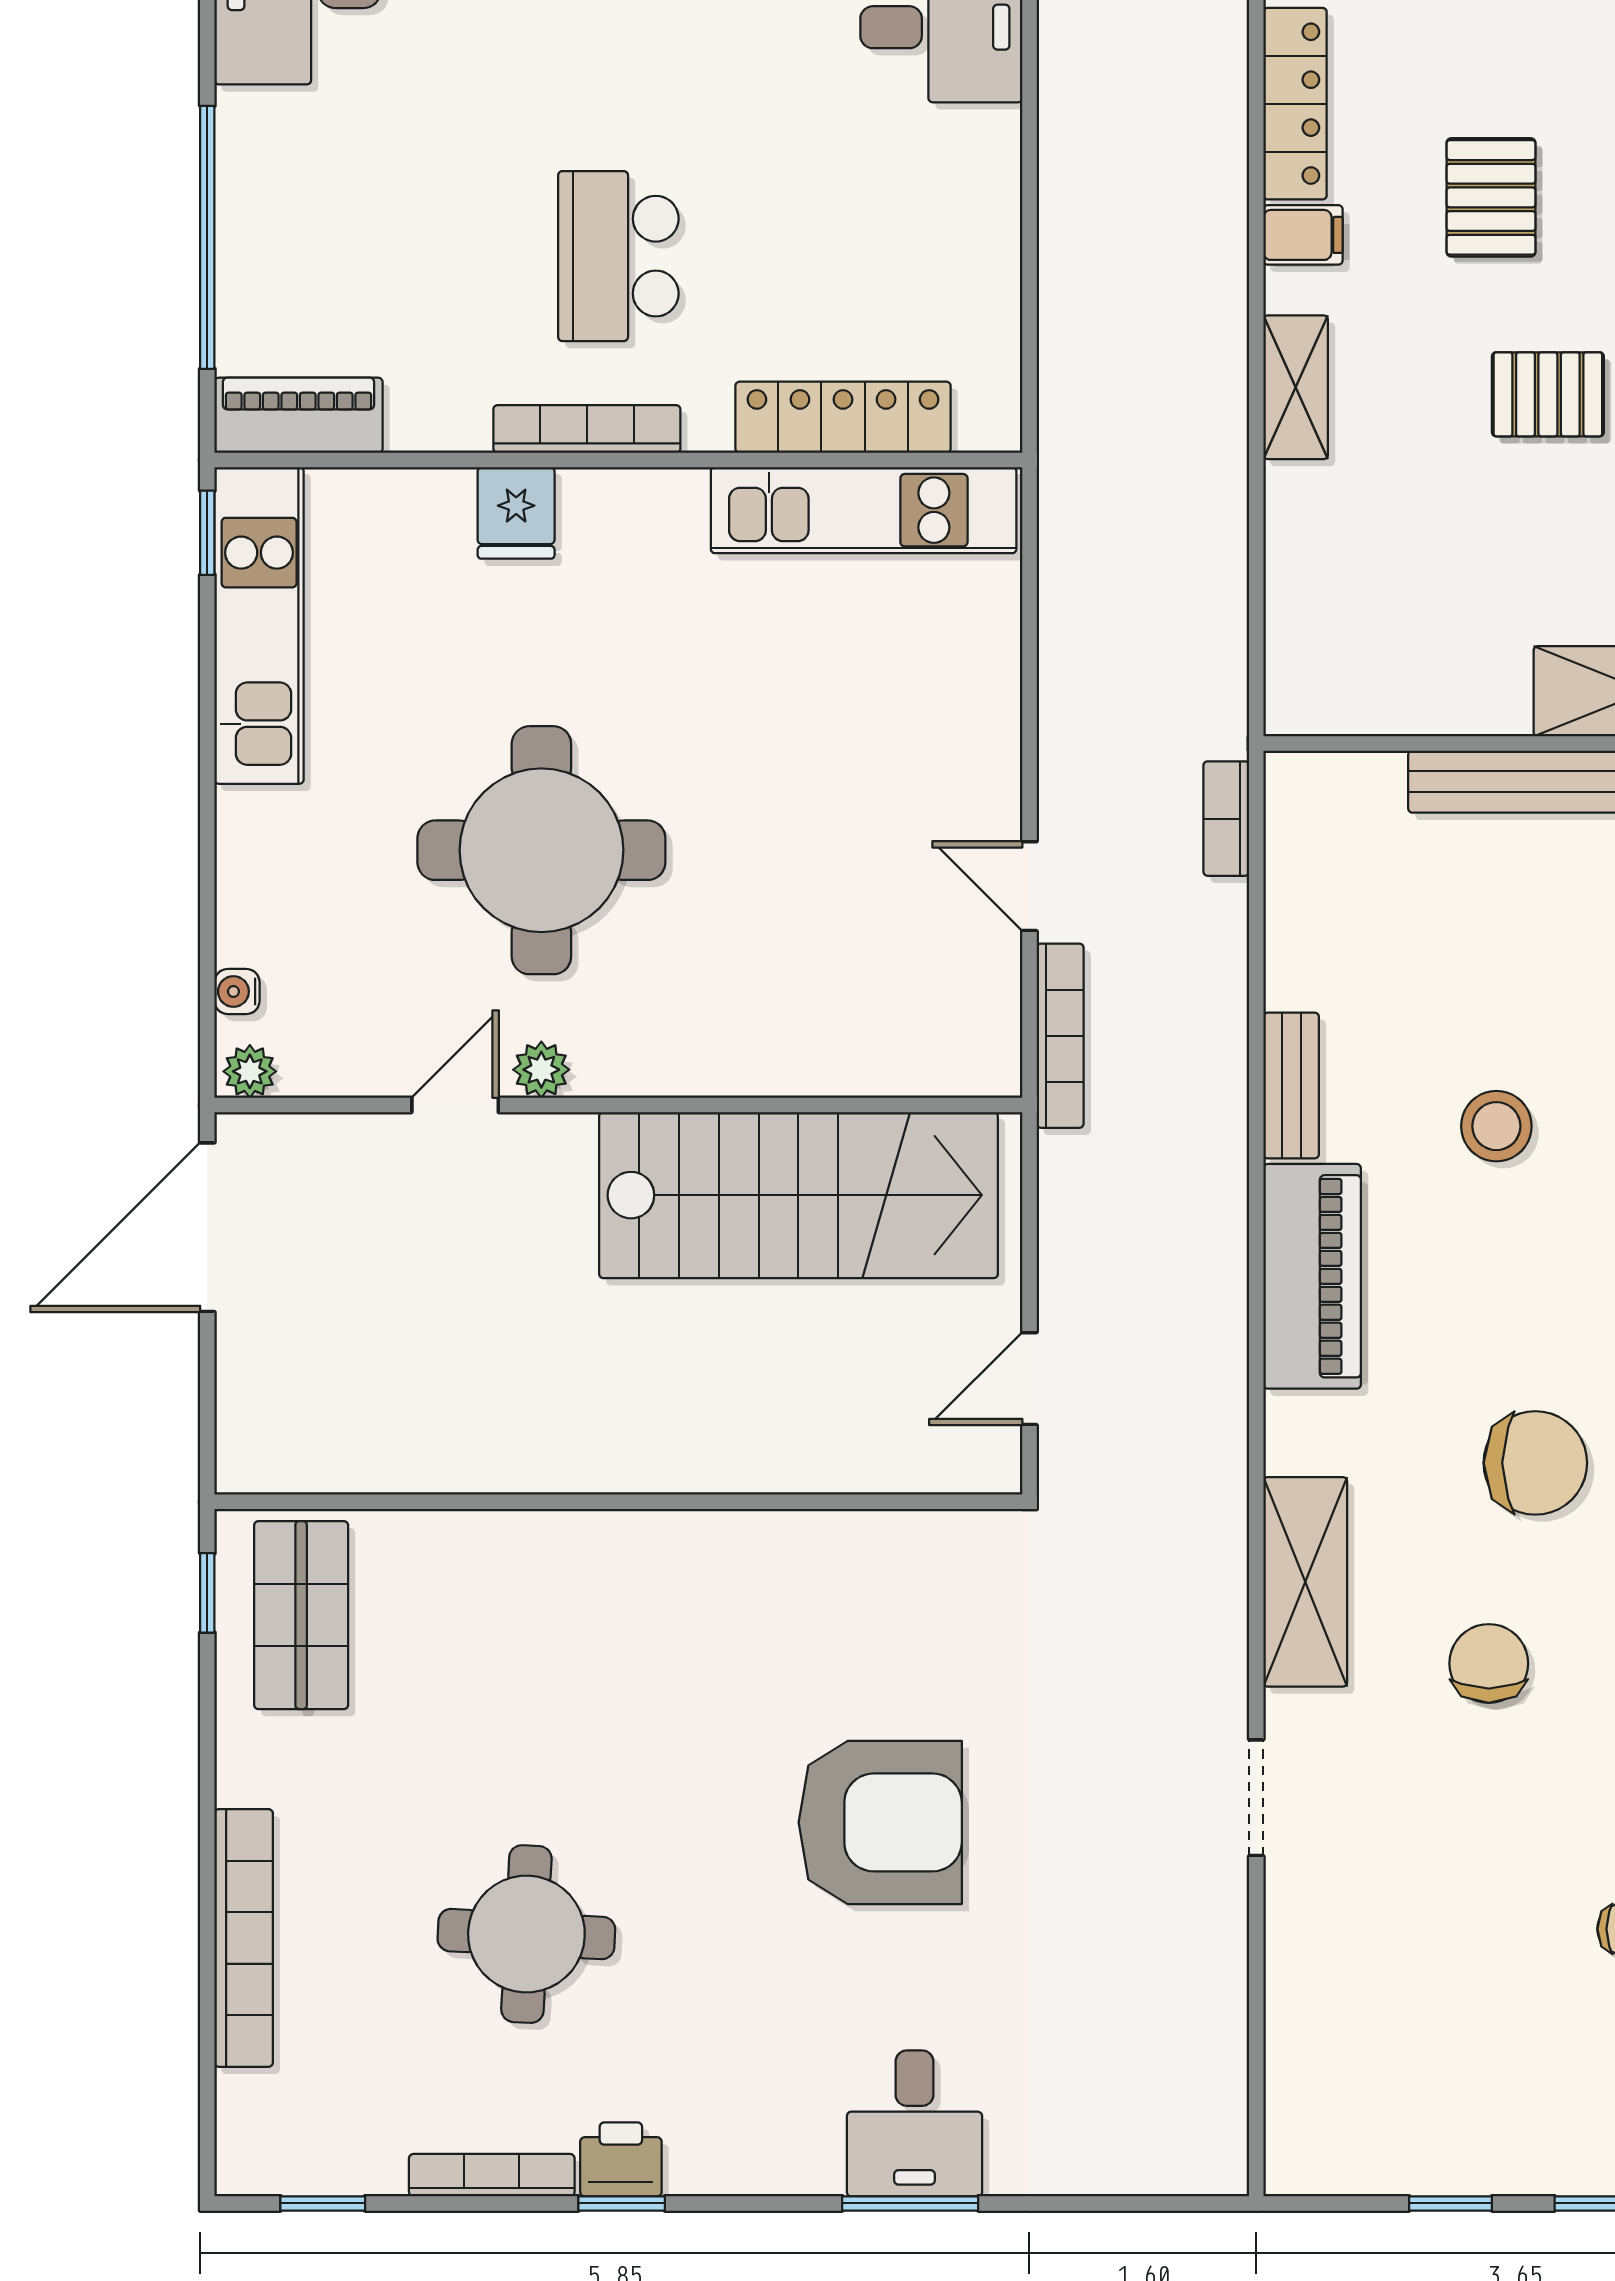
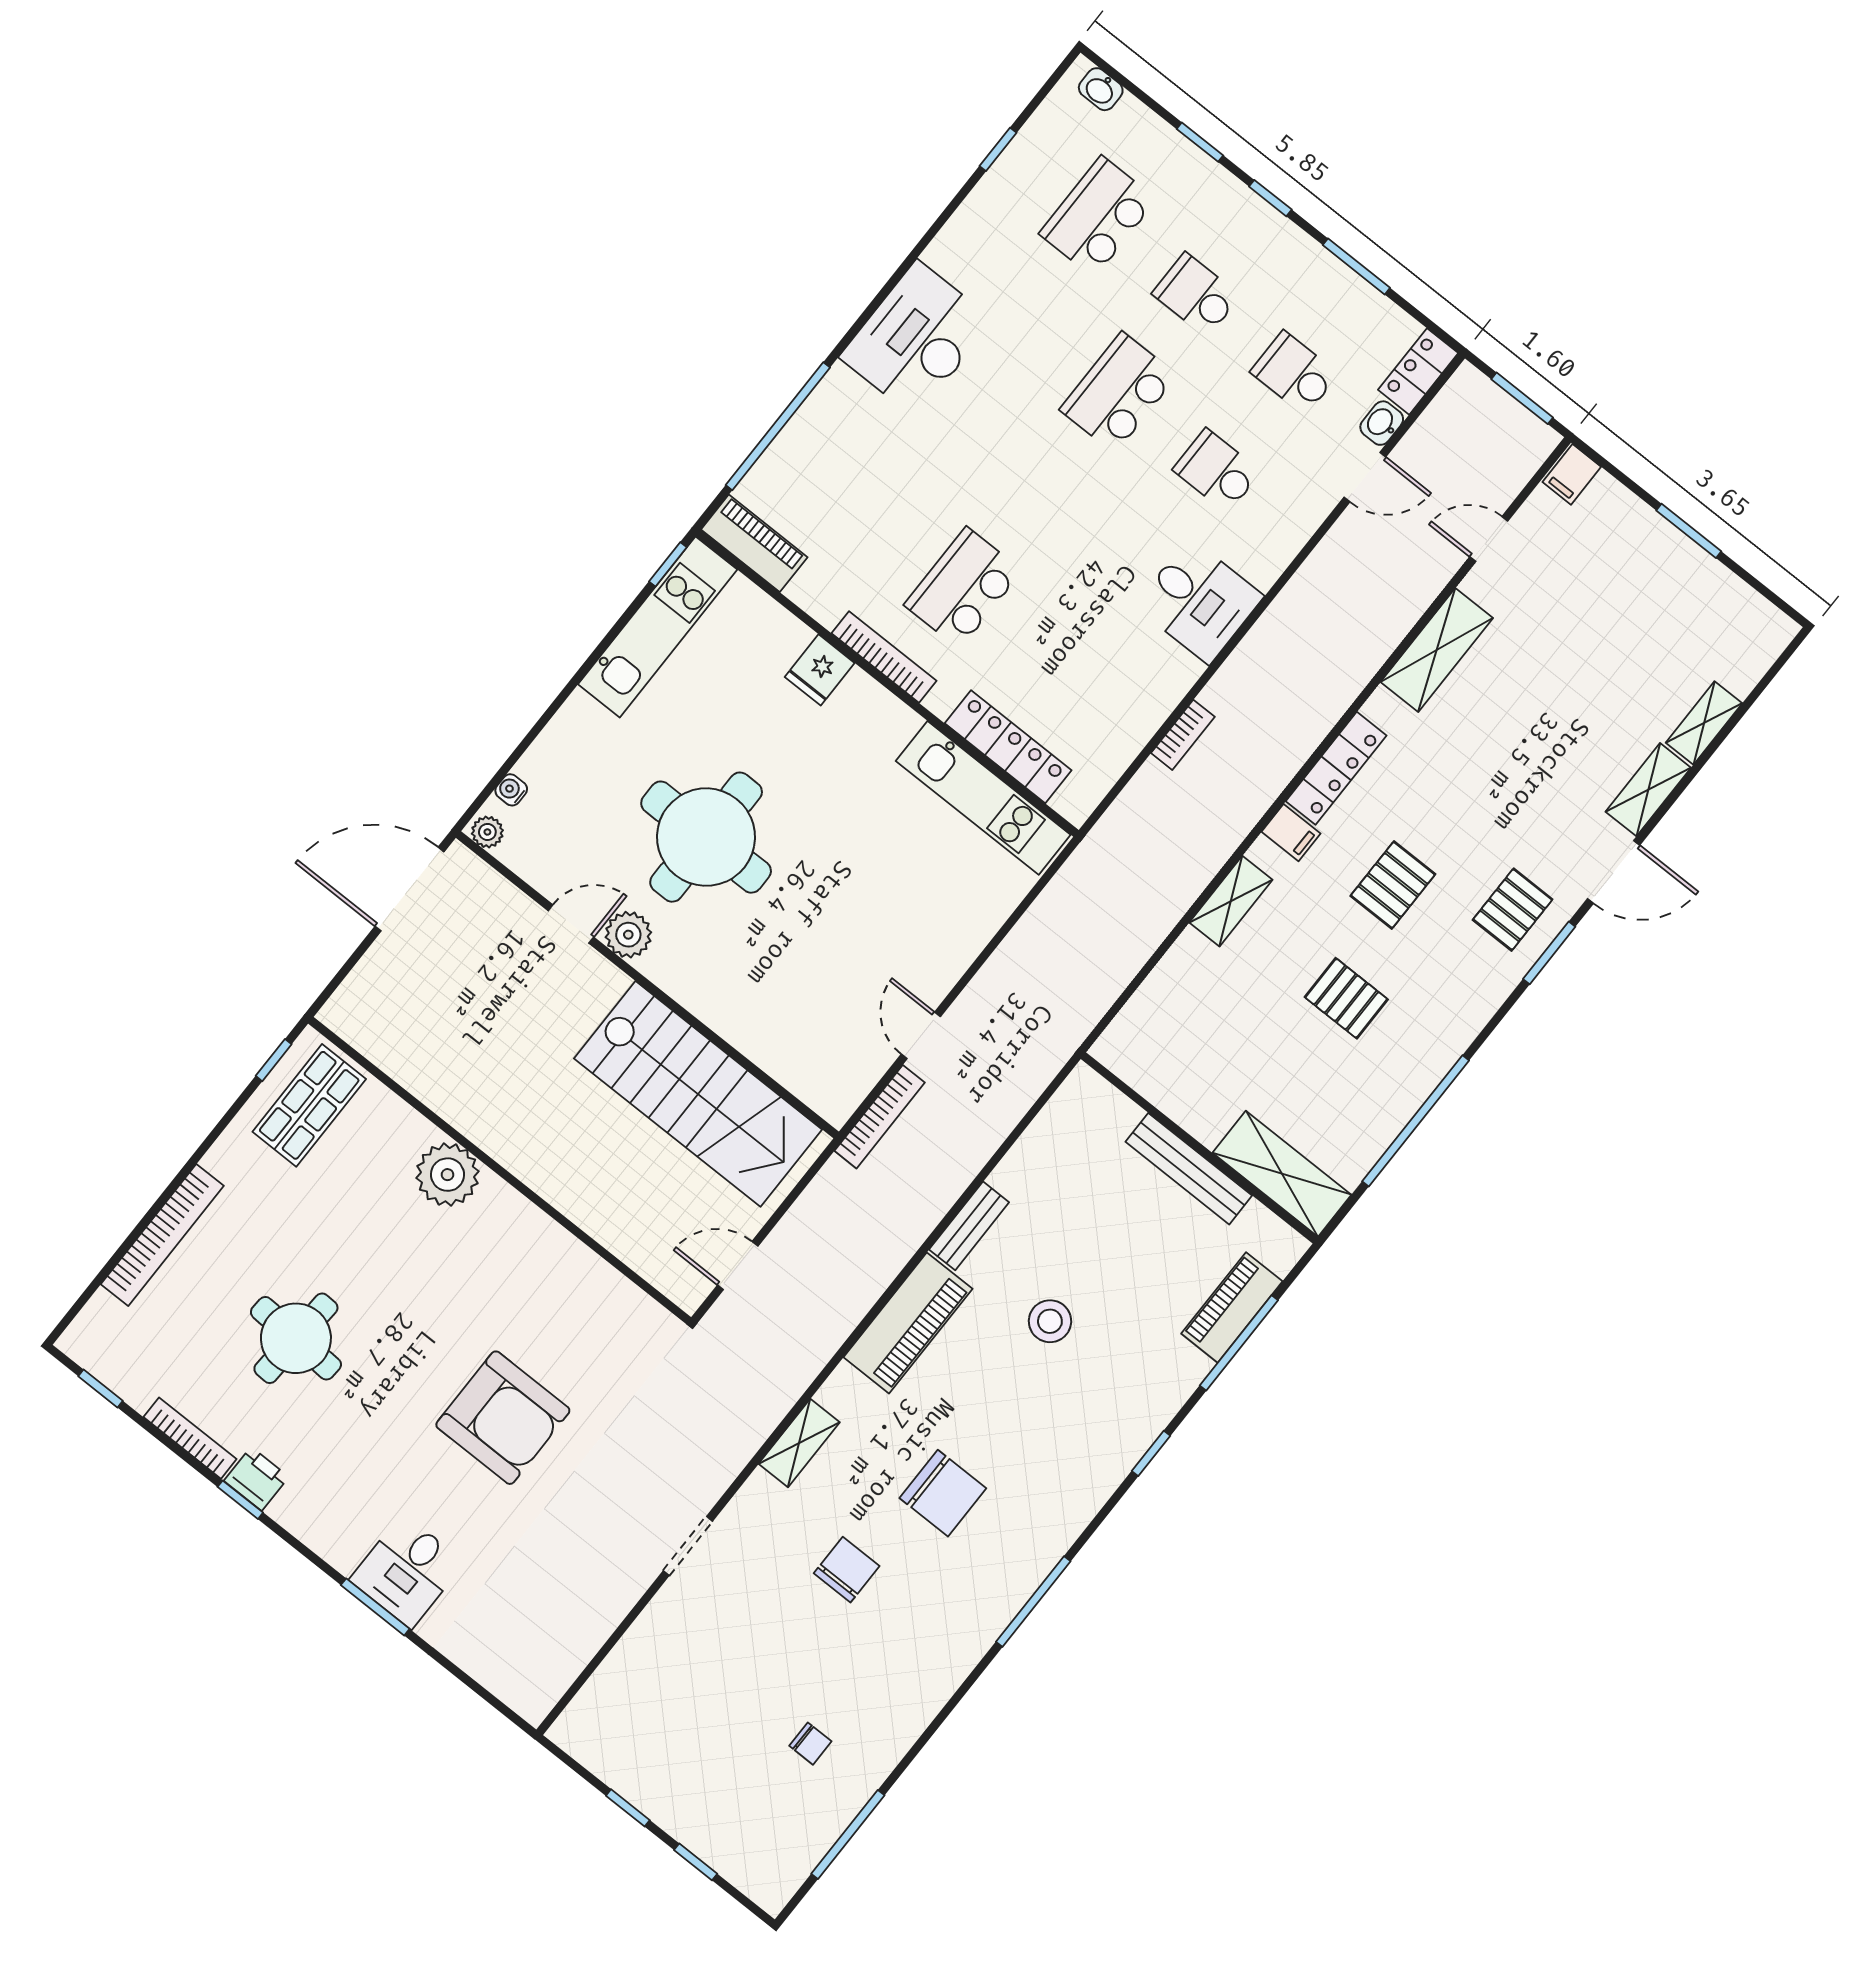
bookcase: (1226, 819) -> (1183, 735), moved, turned 180
plant: (541, 1070) -> (628, 935), width x1.38, depth x1.38
plant: (554, 1562) -> (447, 1175), added
shelving: (1305, 1582) -> (799, 1443), width x0.67, depth x0.75

